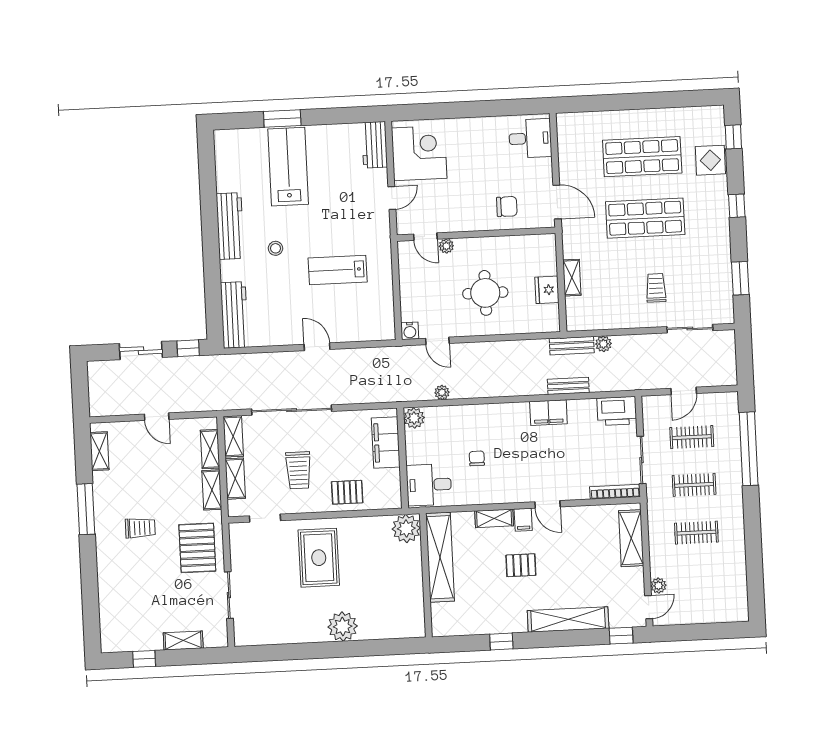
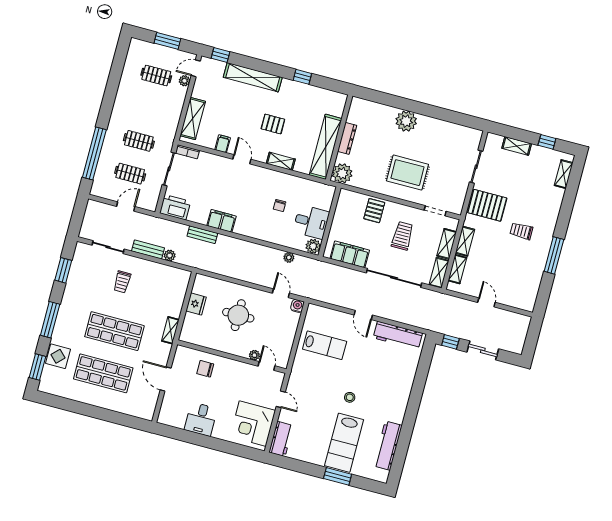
window: (733, 137) -> (38, 367), width x1.50
desk: (530, 138) -> (201, 419), moved, turned -90
door: (392, 198) -> (281, 399), swing flipped
door: (557, 202) -> (166, 379), moved
window: (737, 206) -> (50, 320), width x2.17
workbench: (230, 226) -> (388, 446), moved
stool: (276, 248) -> (350, 397), moved
lab bench: (338, 270) -> (325, 345), moved
shelving: (572, 278) -> (170, 330), moved
workbench: (234, 315) -> (398, 335), moved, turned -90
bench: (572, 346) -> (148, 250), moved
filing cabinet: (386, 443) -> (350, 254), moved, turned -90
shelving: (99, 451) -> (564, 174), moved
desk: (429, 485) -> (311, 222), moved
pallet: (347, 492) -> (374, 211), turned 90
bookcase: (615, 492) -> (187, 152), width x0.64
filing cabinet: (523, 520) -> (223, 144), moved
clothes rail: (696, 533) -> (156, 76), moved
pallet: (197, 548) -> (487, 205), turned 90
rug: (319, 558) -> (407, 173), turned 90
dresser: (415, 578) -> (347, 138), added
window: (699, 632) -> (167, 41), added

